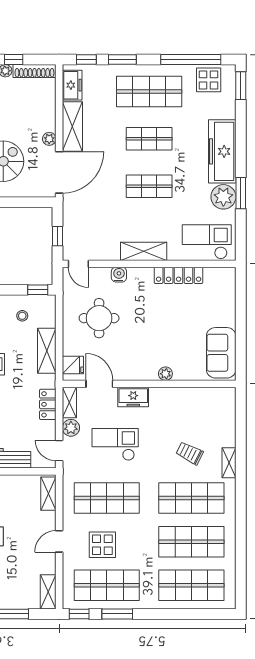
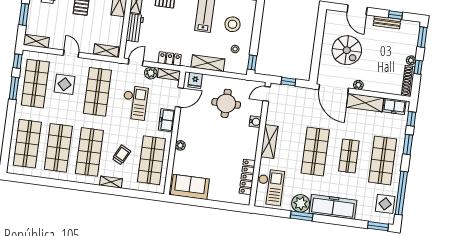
shop shelf: (149, 186) -> (315, 152), width x1.43, depth x1.36
locker: (179, 275) -> (247, 177), moved
shop shelf: (191, 411) -> (151, 160), added

